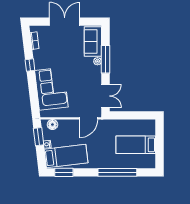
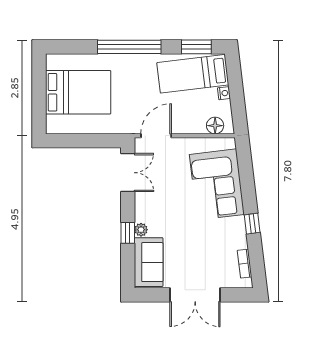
window: (106, 59) -> (128, 233), width x0.46
double door: (106, 96) -> (128, 173), swing flipped
window: (39, 137) -> (238, 106), removed
bed: (136, 145) -> (78, 92), width x1.50
window: (117, 172) -> (129, 47), moved

